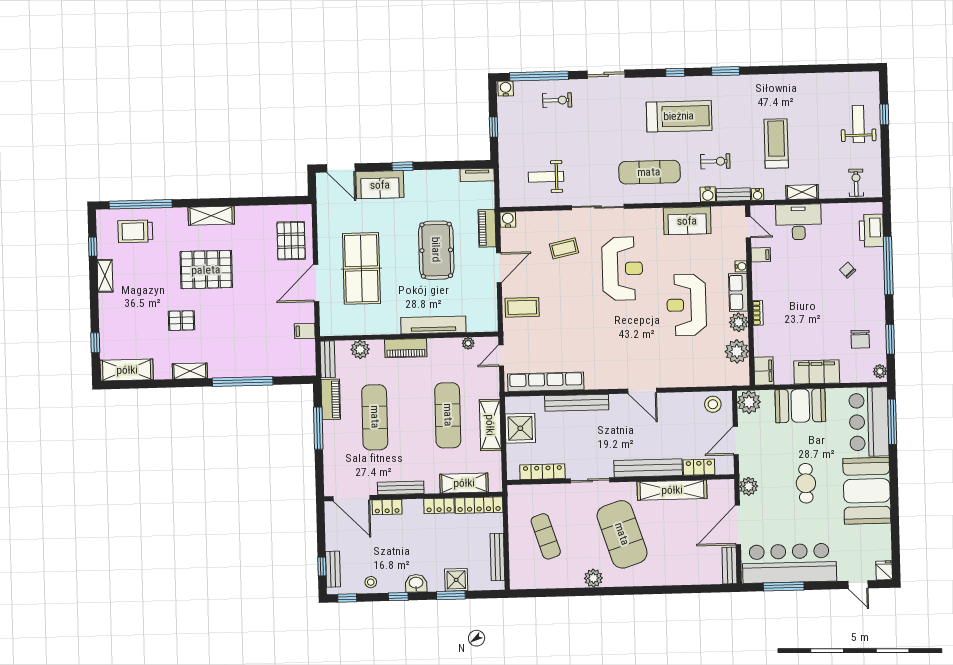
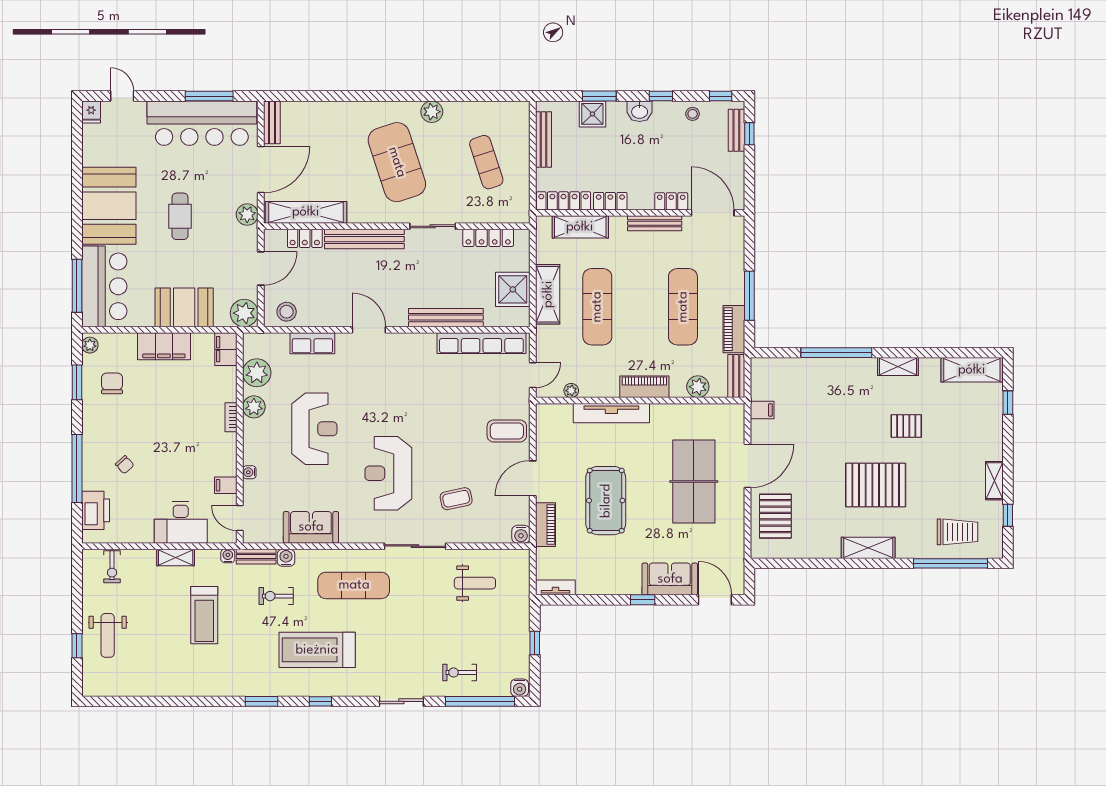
row of seats: (738, 292) -> (312, 343), moved, turned 90
shelving: (672, 490) -> (306, 212), moved

